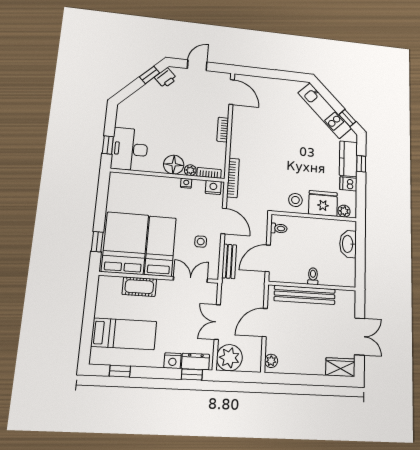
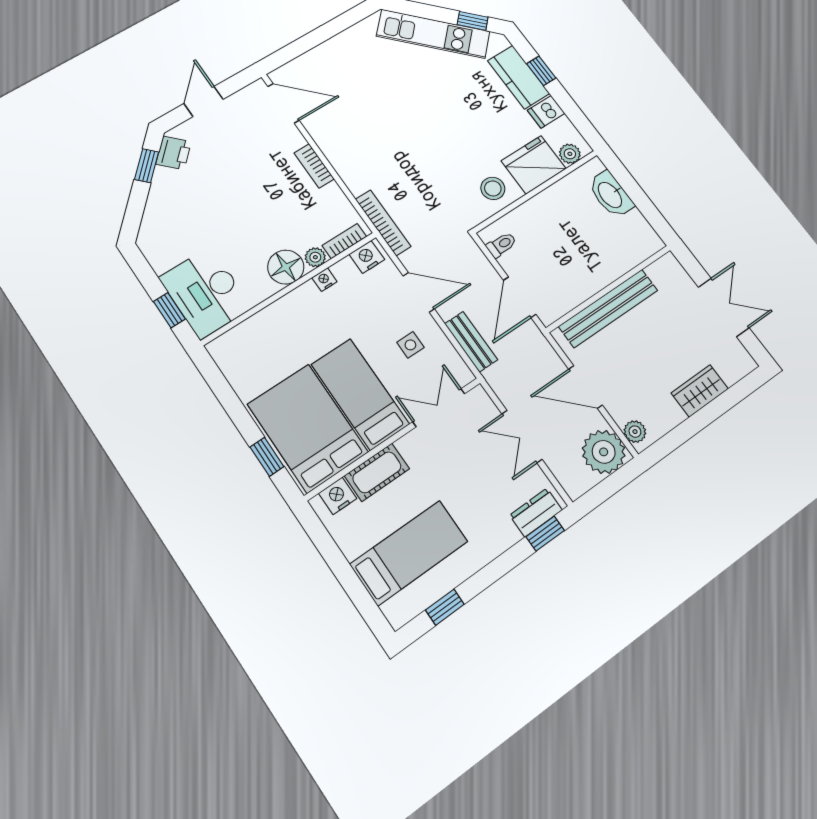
toilet: (313, 276) -> (599, 274), removed
door: (265, 323) -> (586, 387), hinge flipped
plant: (229, 358) -> (604, 452), moved
nightstand: (173, 361) -> (338, 496), moved, turned 180
wardrobe: (340, 367) -> (700, 391), moved

